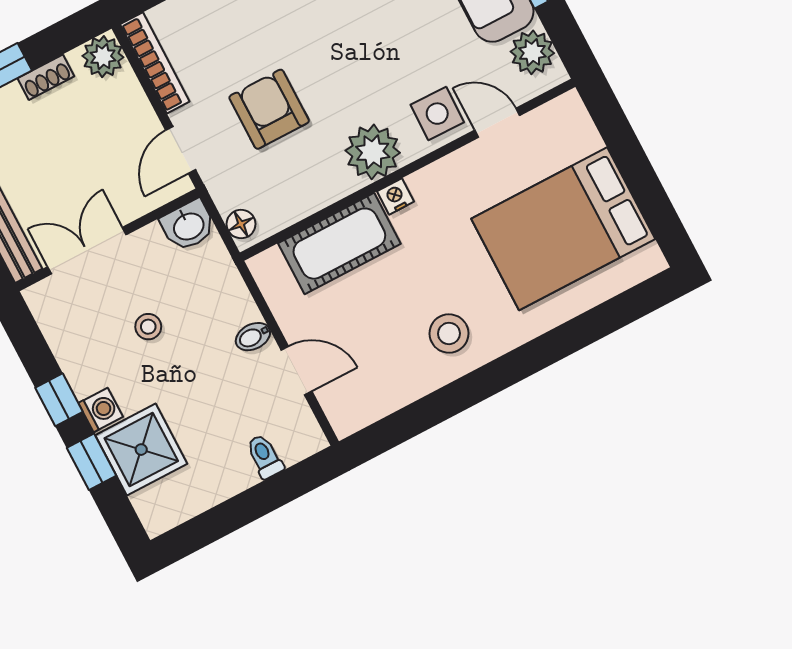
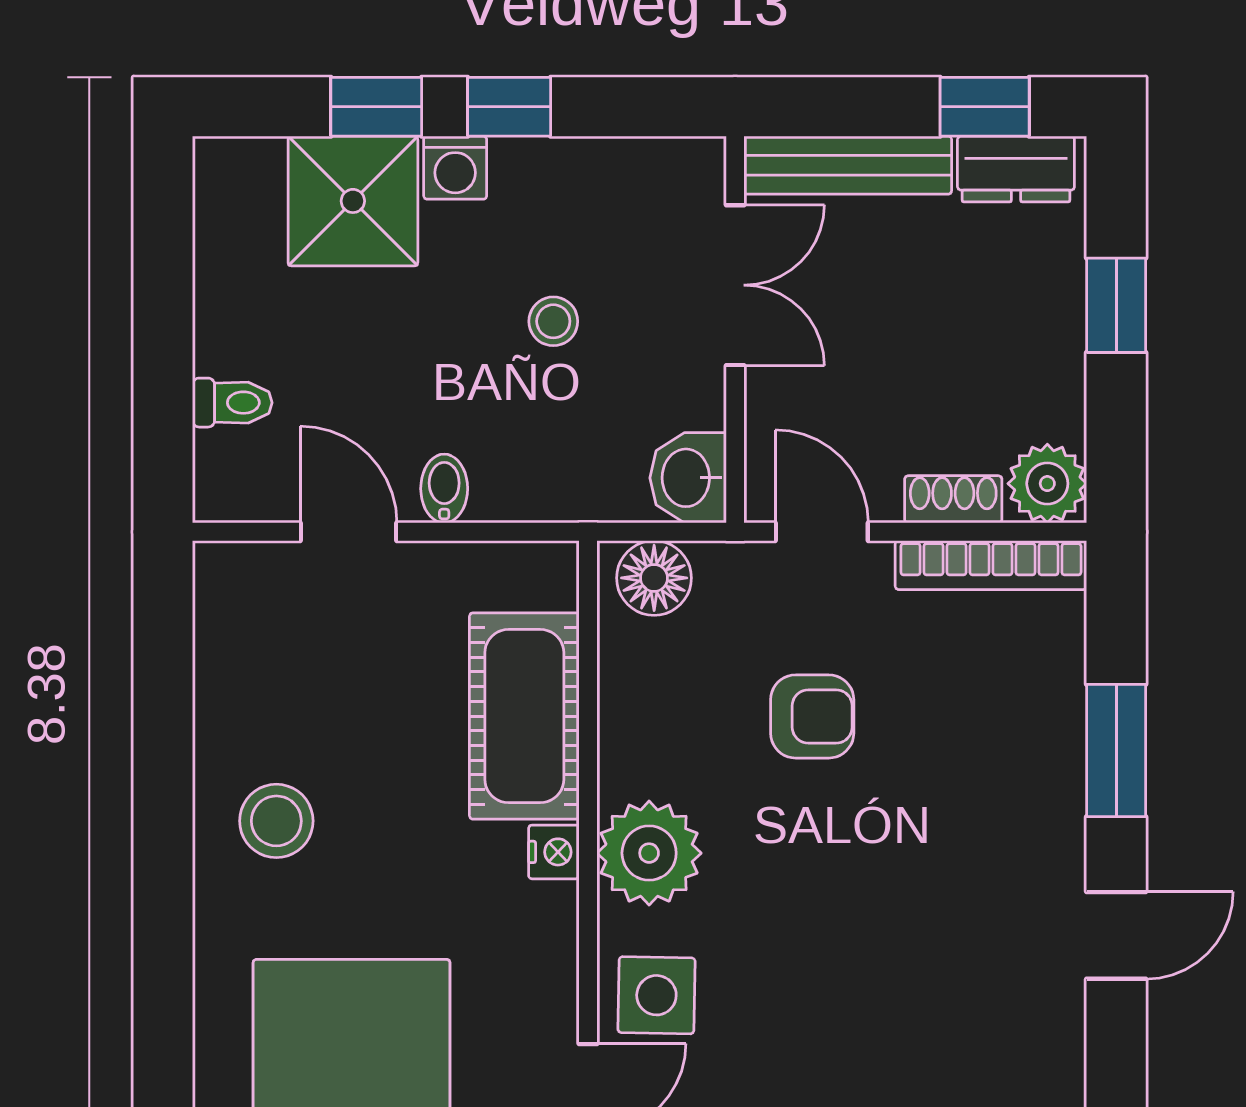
shoe rack: (46, 77) -> (953, 499), moved, turned 90
armchair: (269, 109) -> (812, 716), width x0.72, depth x0.72
floor lamp: (241, 224) -> (654, 578), width x1.37, depth x1.37
door: (296, 371) -> (349, 532), swing flipped

